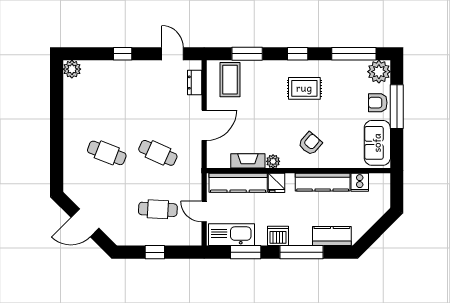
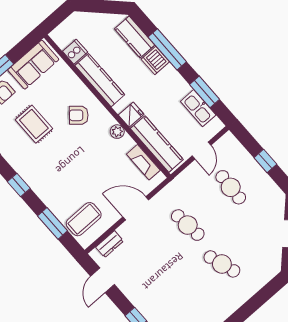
rug: (304, 88) -> (34, 124), moved
cafe table: (107, 153) -> (222, 264), turned -39
cafe table: (158, 153) -> (188, 225), turned -30
fireplace: (248, 161) -> (143, 162), moved
kitchen sink: (232, 235) -> (198, 108), width x0.73, depth x0.81
dishwasher: (278, 236) -> (155, 61), moved

